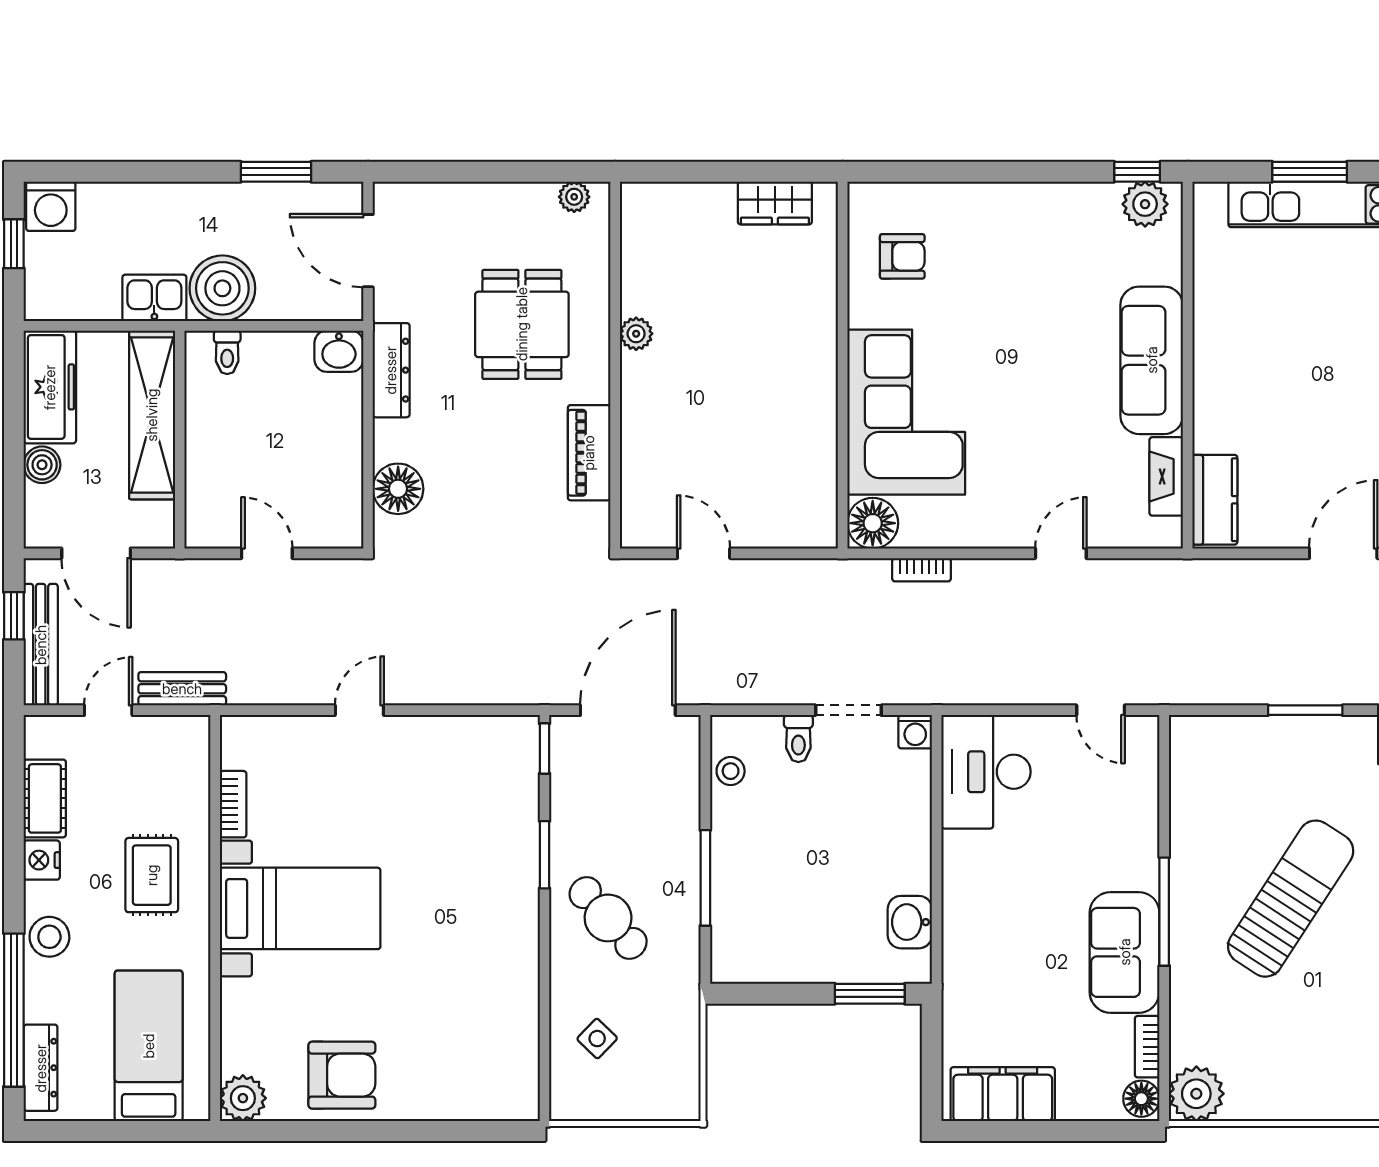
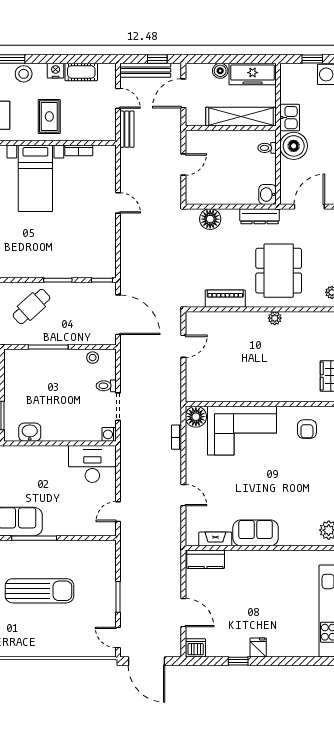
dining table: (522, 324) -> (279, 271), width x1.38
sofa: (1152, 360) -> (256, 533), width x0.73
rug: (152, 875) -> (49, 116), turned 90
sun lounger: (1291, 899) -> (40, 591), turned -33

